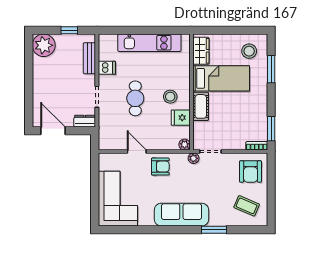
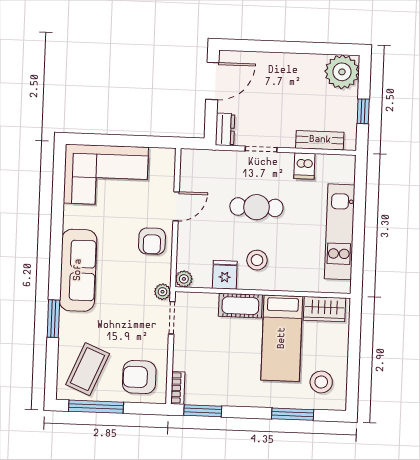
window: (271, 199) -> (96, 407), added
coffee table: (247, 206) -> (88, 369), width x1.36, depth x1.30

